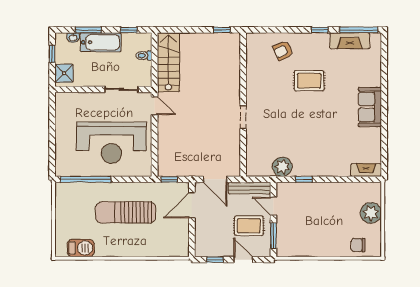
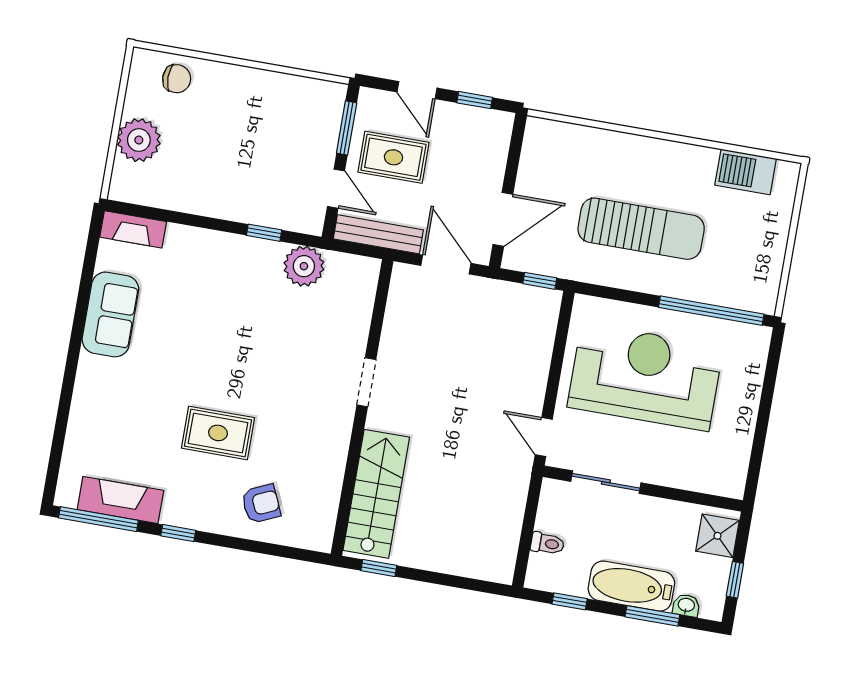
stairs: (168, 62) -> (376, 494), moved, turned 180
sofa: (370, 107) -> (110, 314), moved

